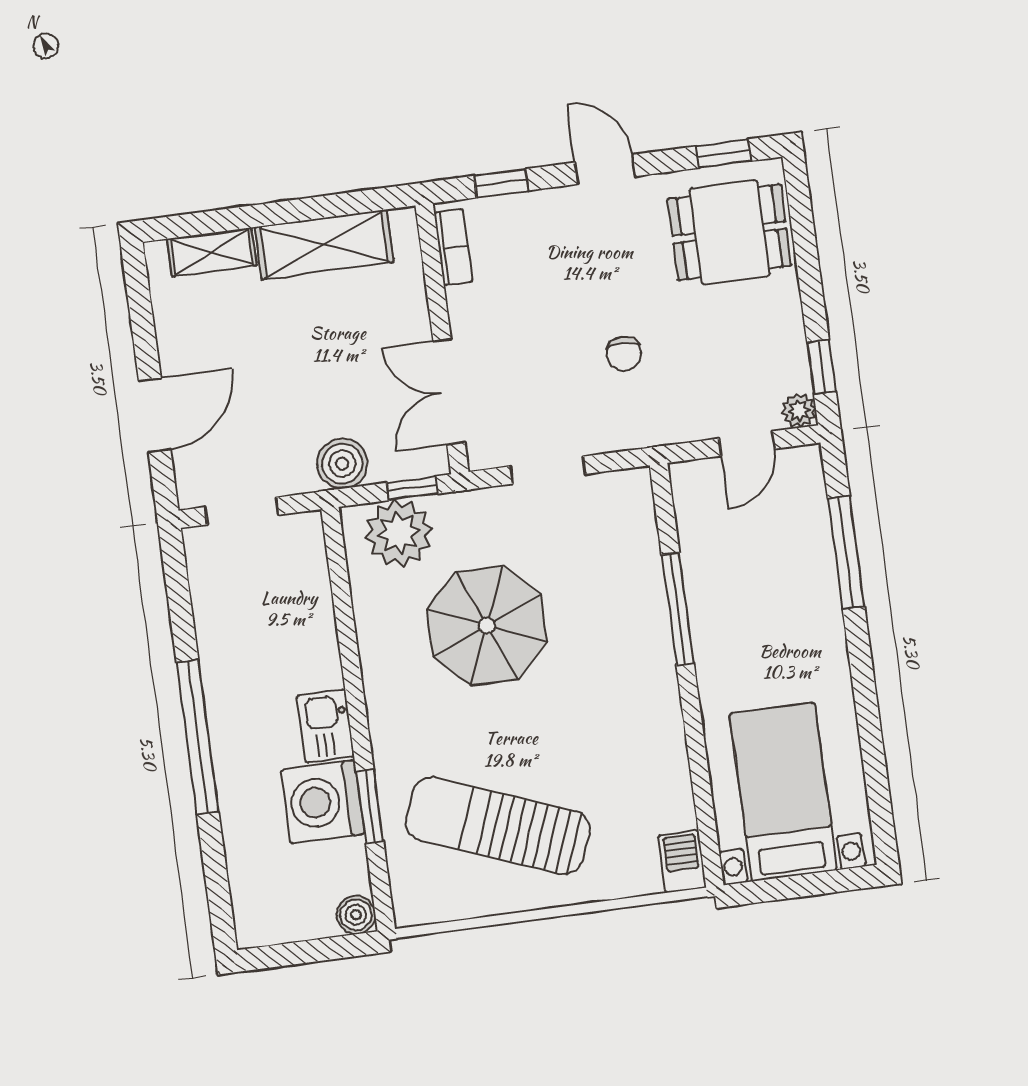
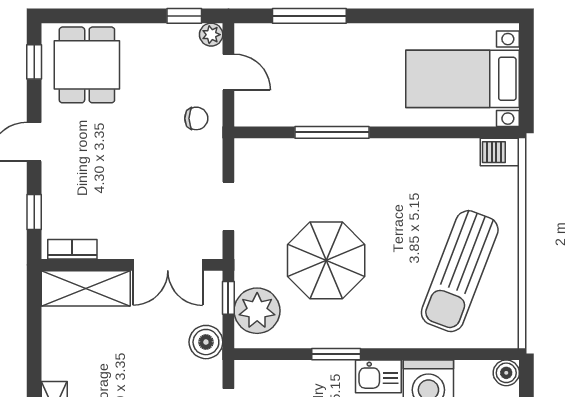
shelving: (324, 244) -> (86, 288), moved, turned 90
chair: (624, 354) -> (196, 118), moved
window: (370, 806) -> (336, 354), moved

